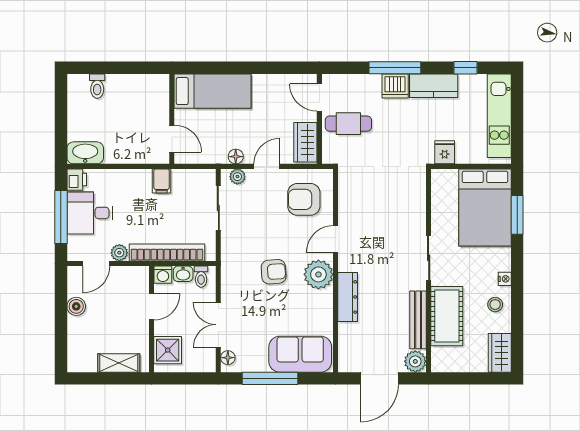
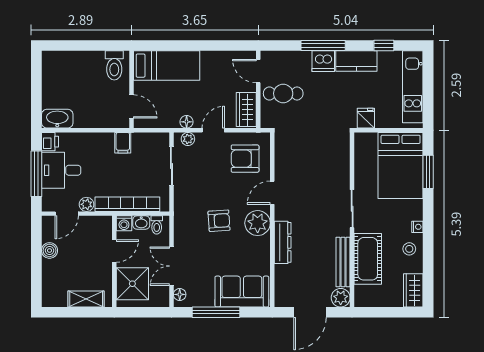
toilet: (97, 86) -> (114, 65), moved, width x1.37, depth x1.39
shower: (168, 350) -> (132, 284), width x1.36, depth x1.36

